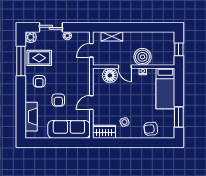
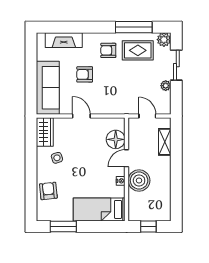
rug: (39, 58) -> (138, 50), turned 90

